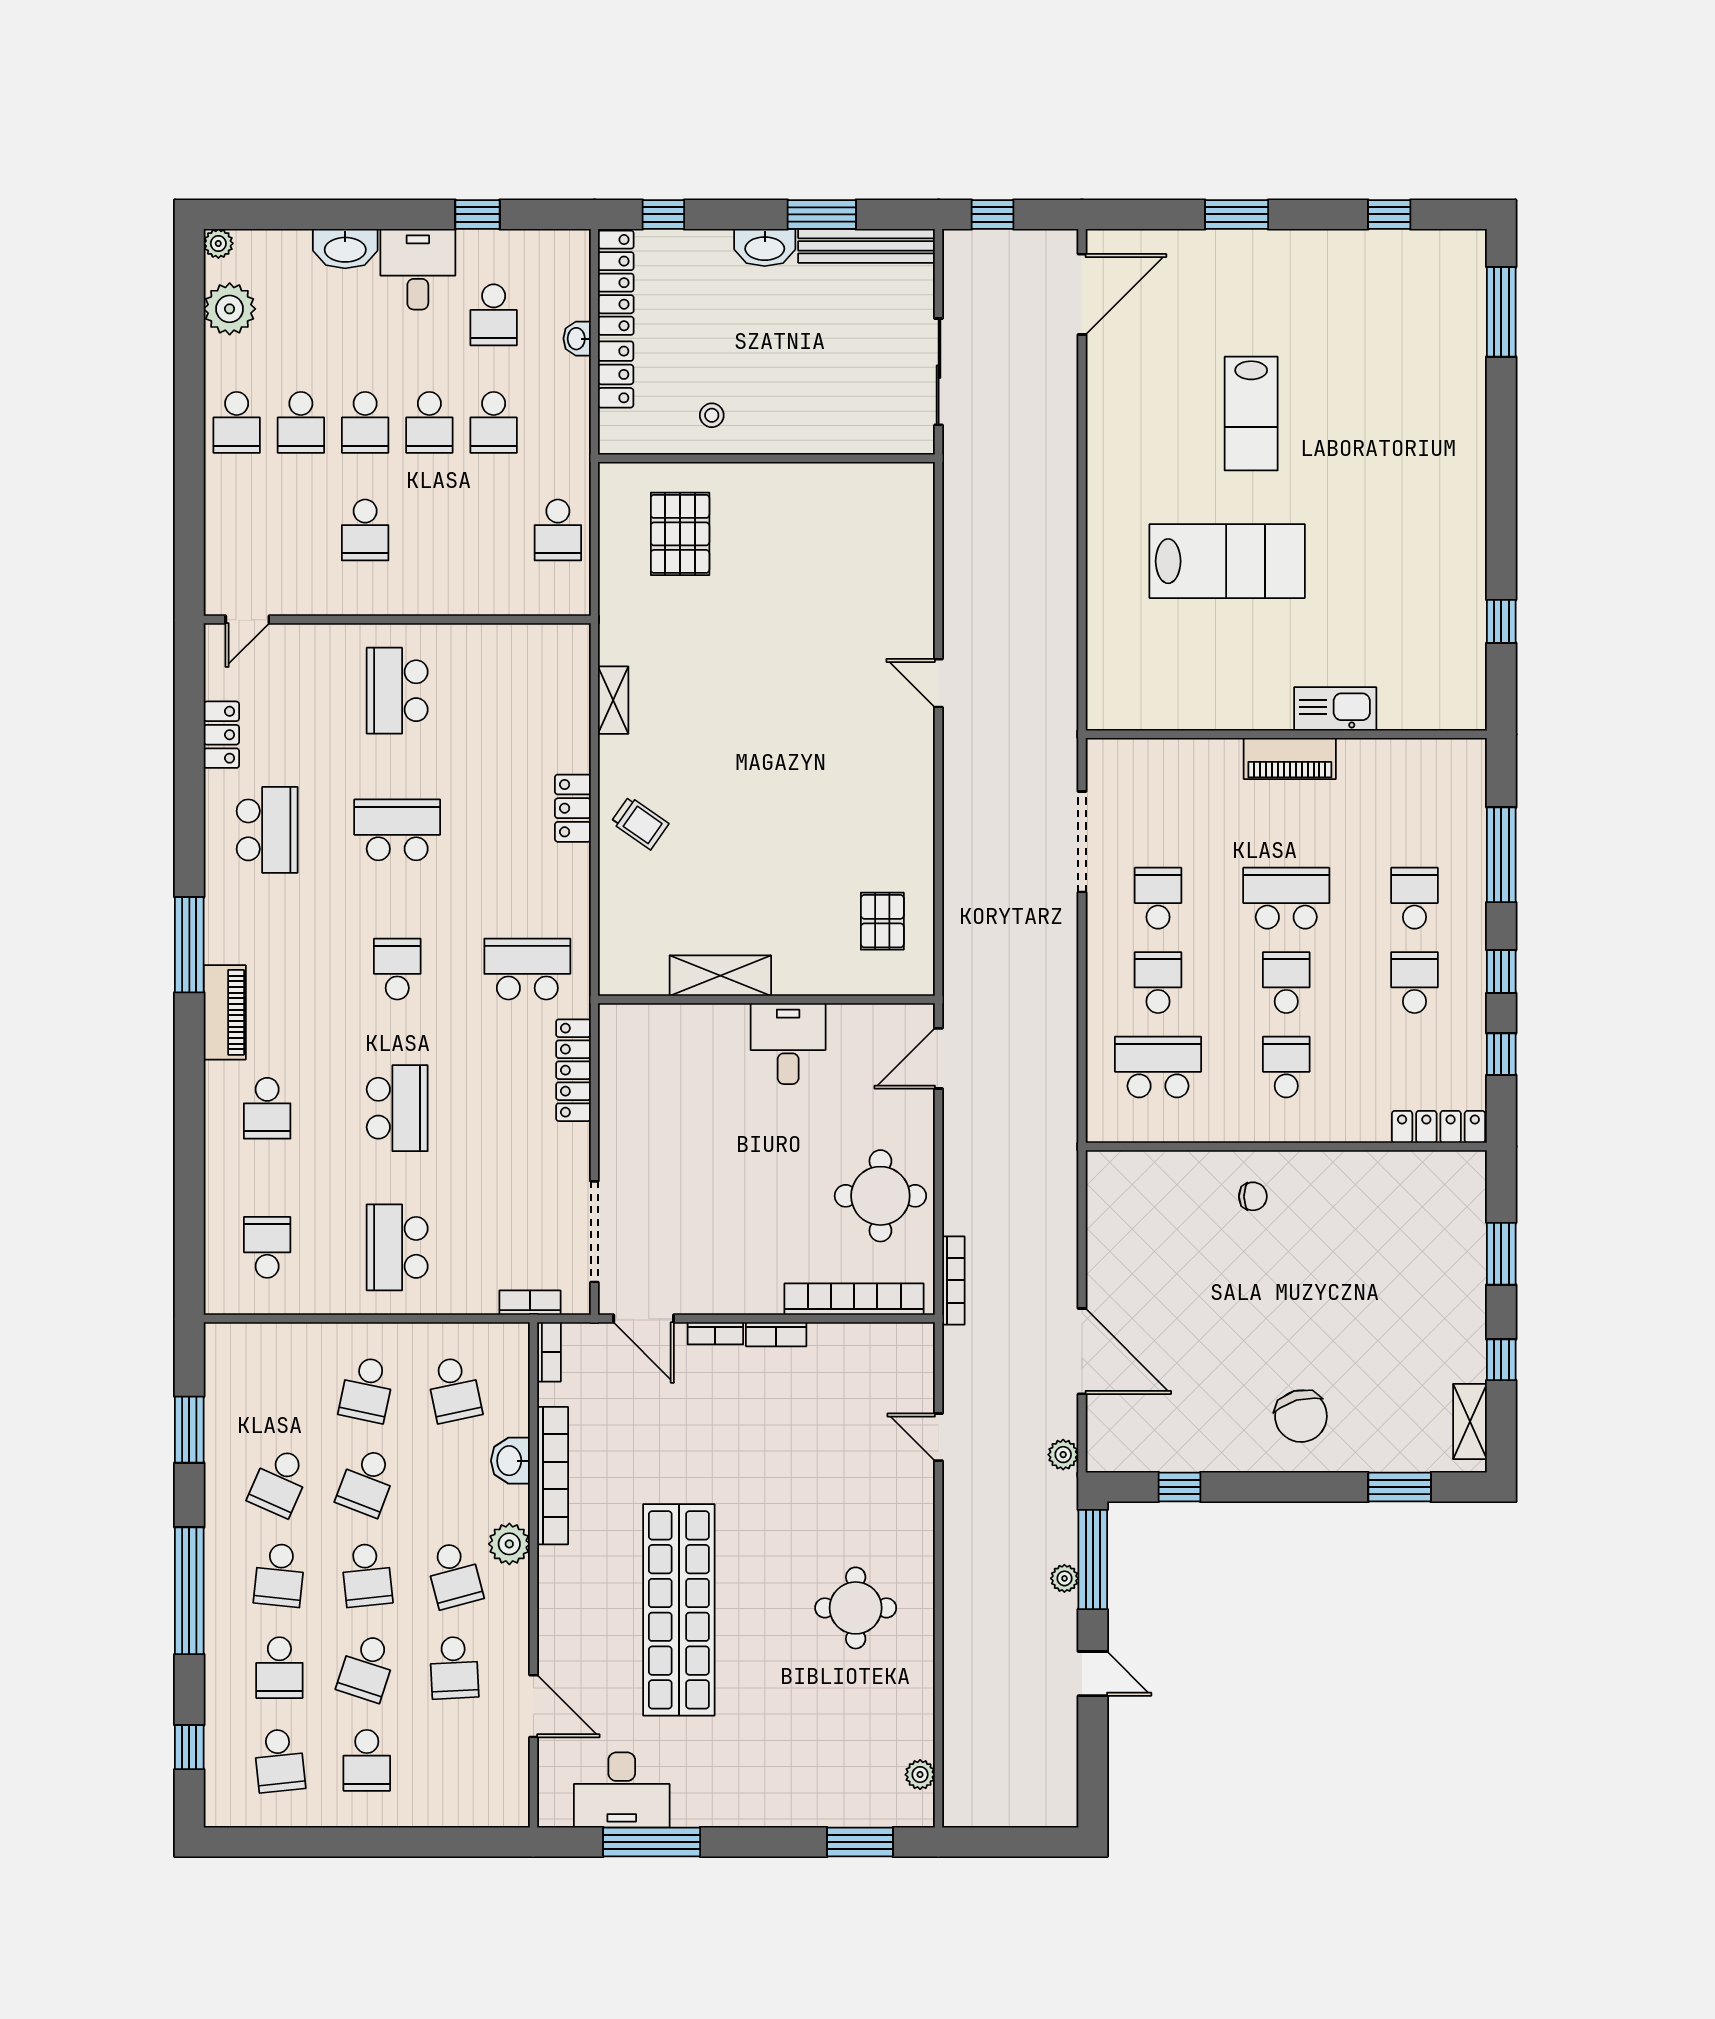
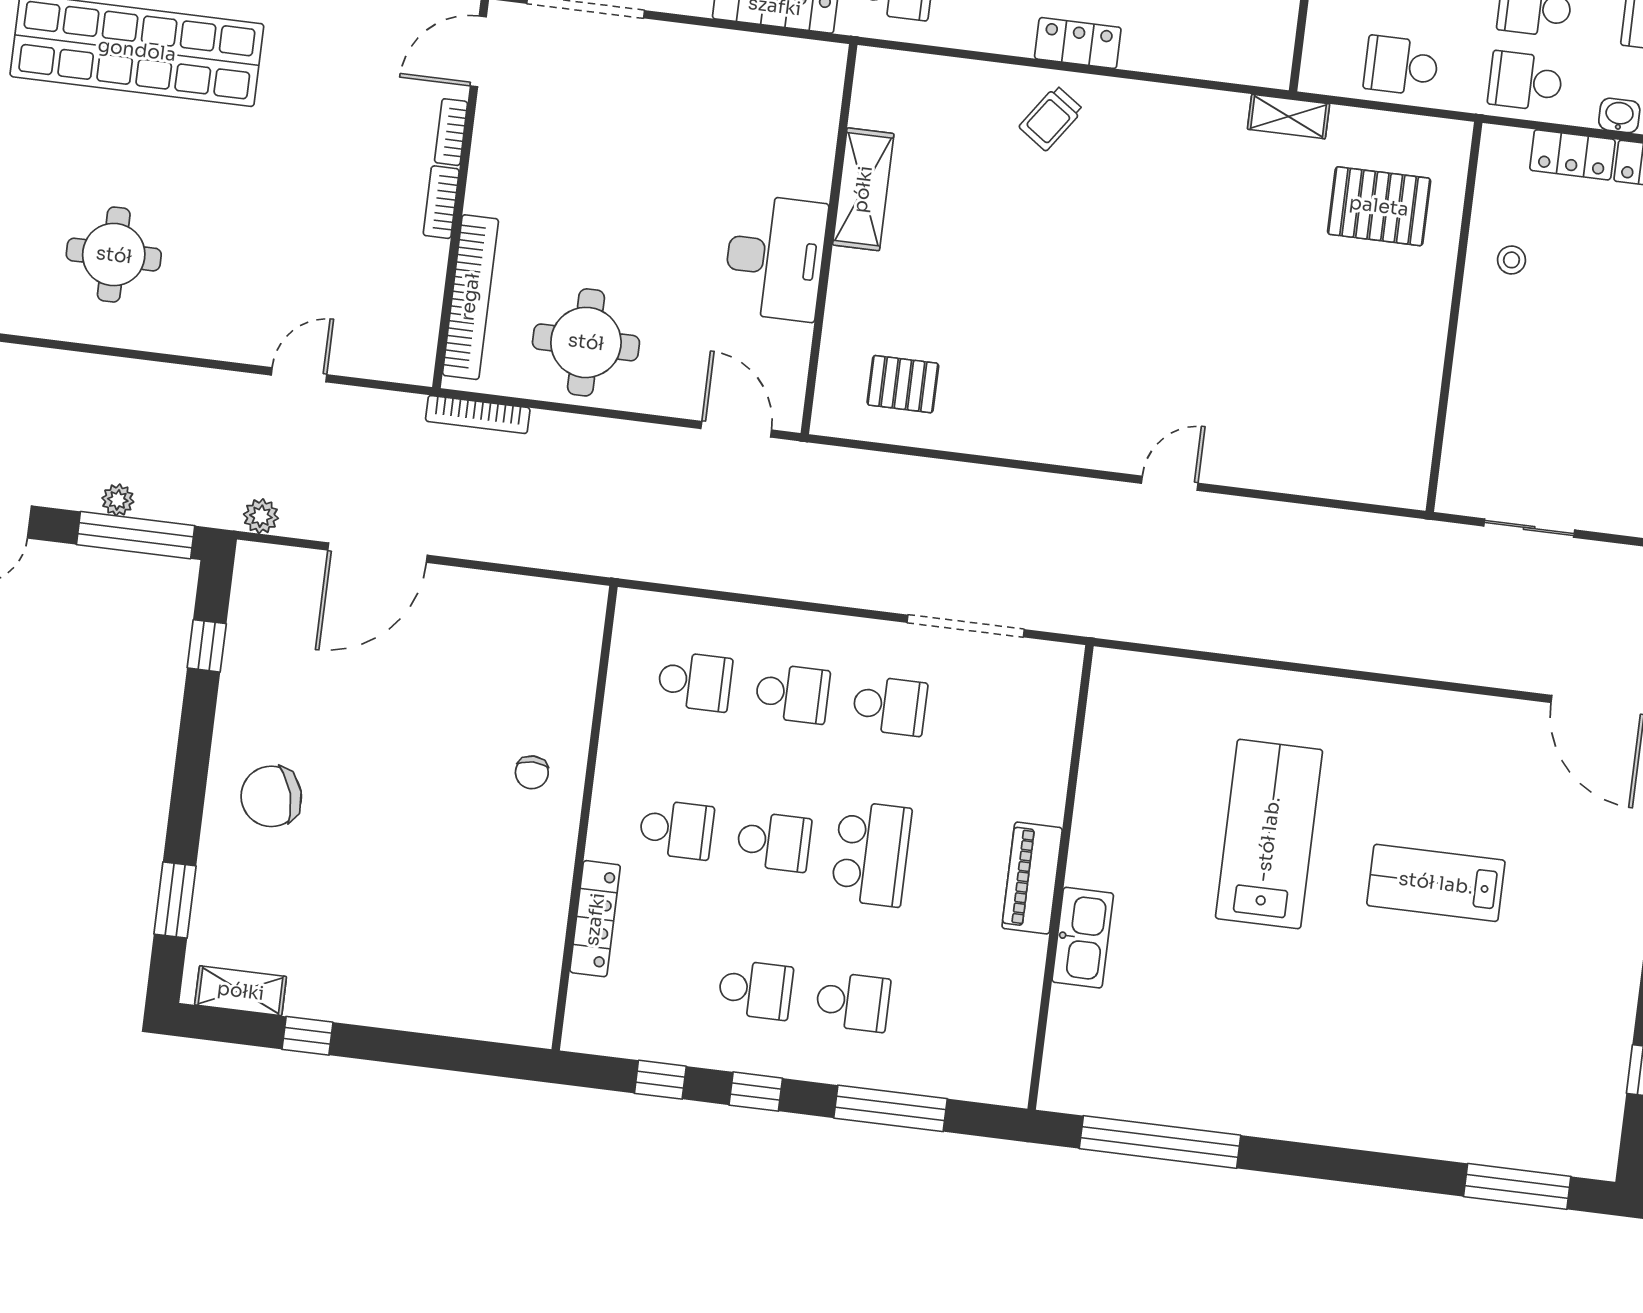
sliding door: (939, 372) -> (1529, 528), width x0.73
school desk: (558, 422) -> (1525, 81), added
lab bench: (1227, 561) -> (1269, 834), turned 180
window: (1501, 621) -> (1160, 1142), width x3.17
shelving: (613, 700) -> (1288, 117), moved
desk: (788, 1044) -> (775, 258), width x1.37
school desk: (1158, 1067) -> (695, 681), width x0.54
locker: (1438, 1127) -> (595, 919), moved
window: (1501, 1254) -> (430, 1051), removed

